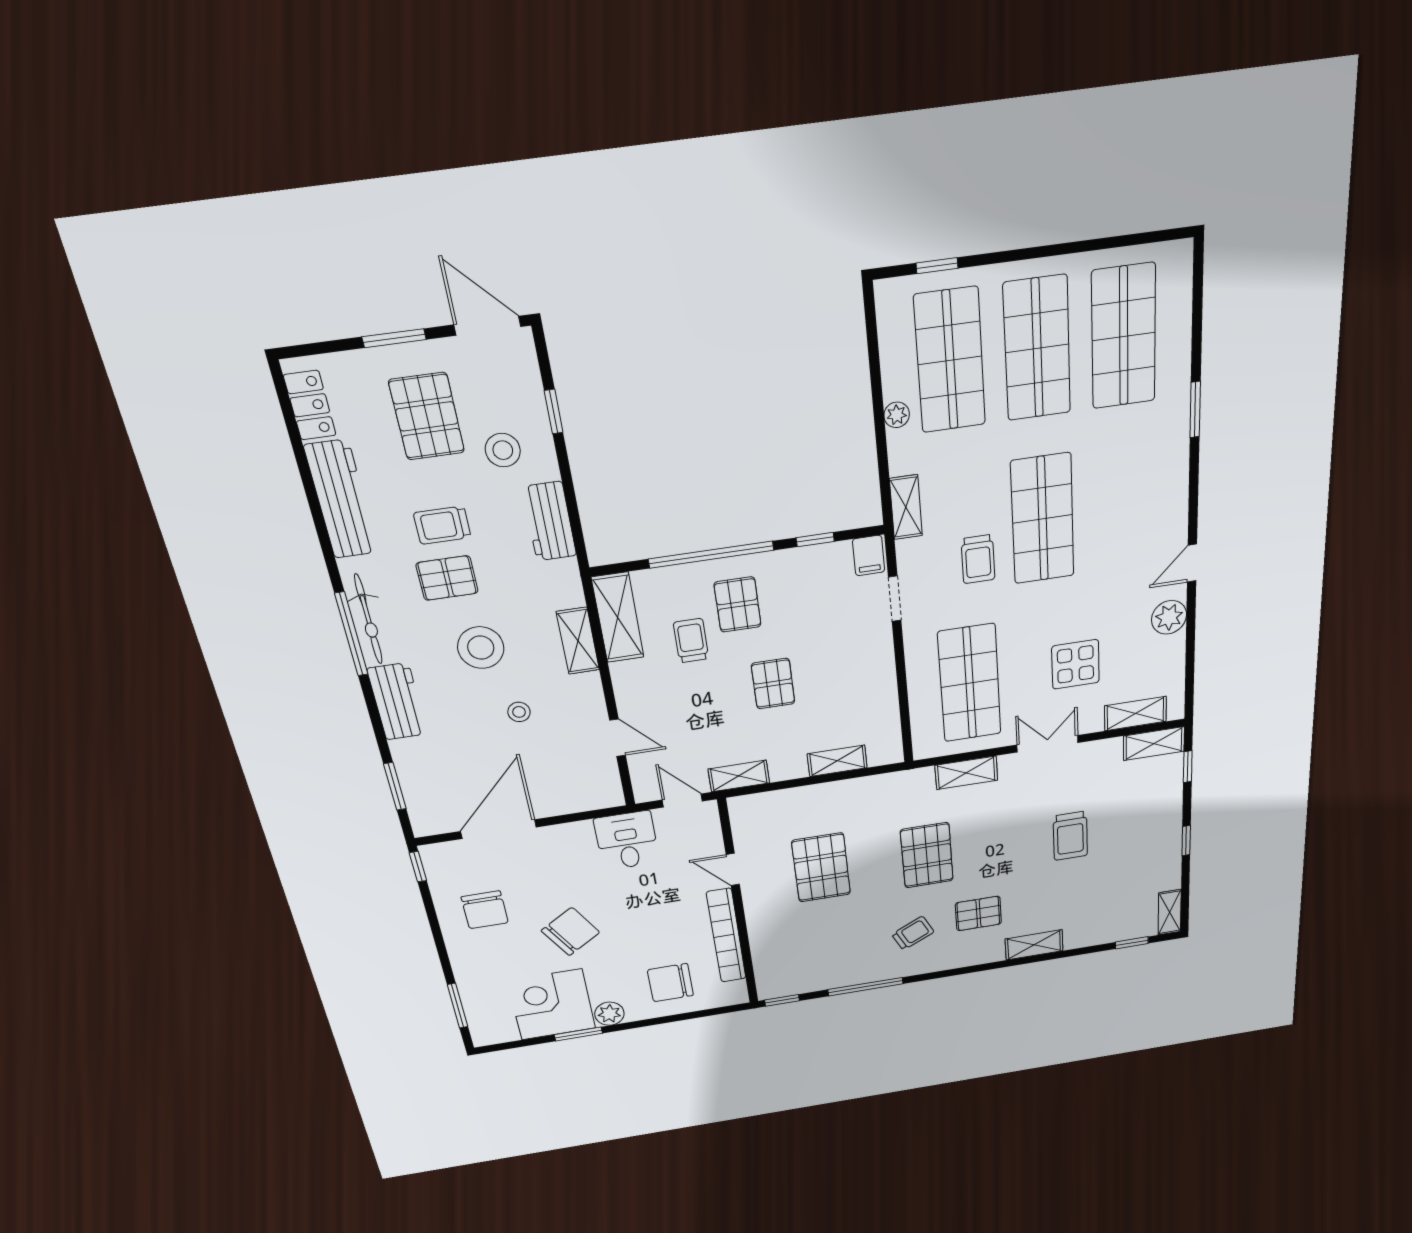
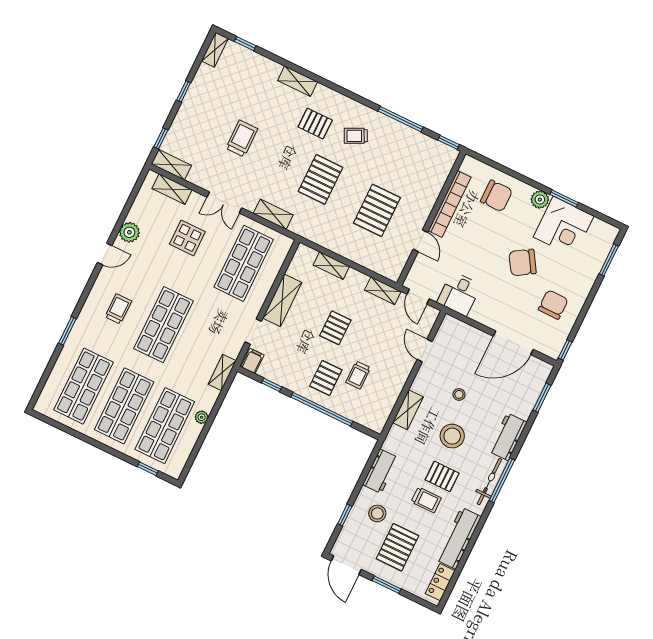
trolley: (978, 559) -> (118, 309), moved
shelving: (618, 617) -> (282, 300), moved

